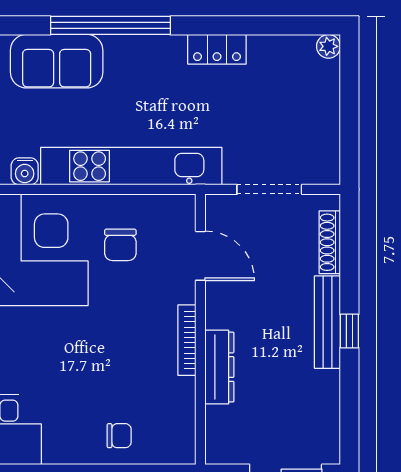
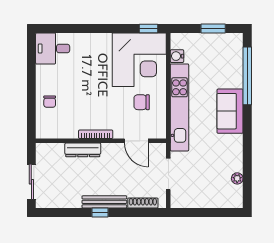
window: (110, 25) -> (247, 76), moved
plant: (328, 46) -> (237, 178), moved
locker: (217, 49) -> (236, 149), removed
sofa: (57, 61) -> (230, 111), moved
door: (200, 256) -> (136, 141), hinge flipped

